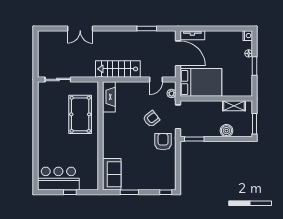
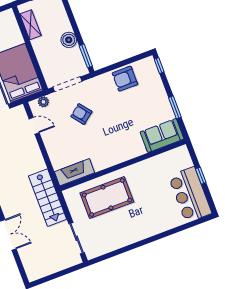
stairs: (118, 69) -> (48, 198), moved
boiler: (226, 131) -> (69, 40), moved
armchair: (163, 142) -> (125, 79), moved

